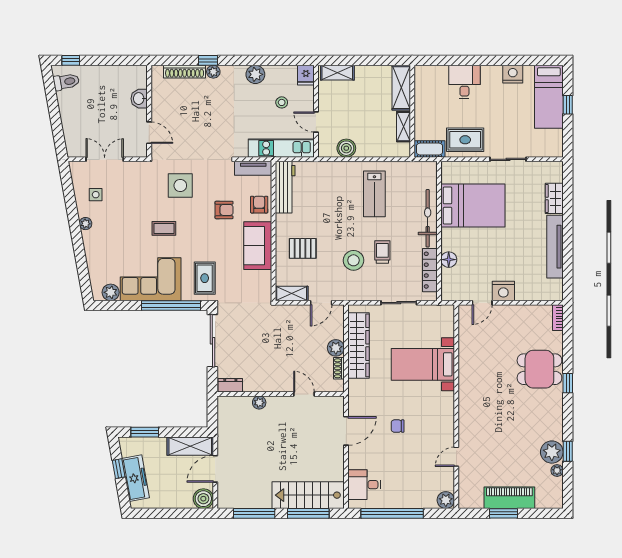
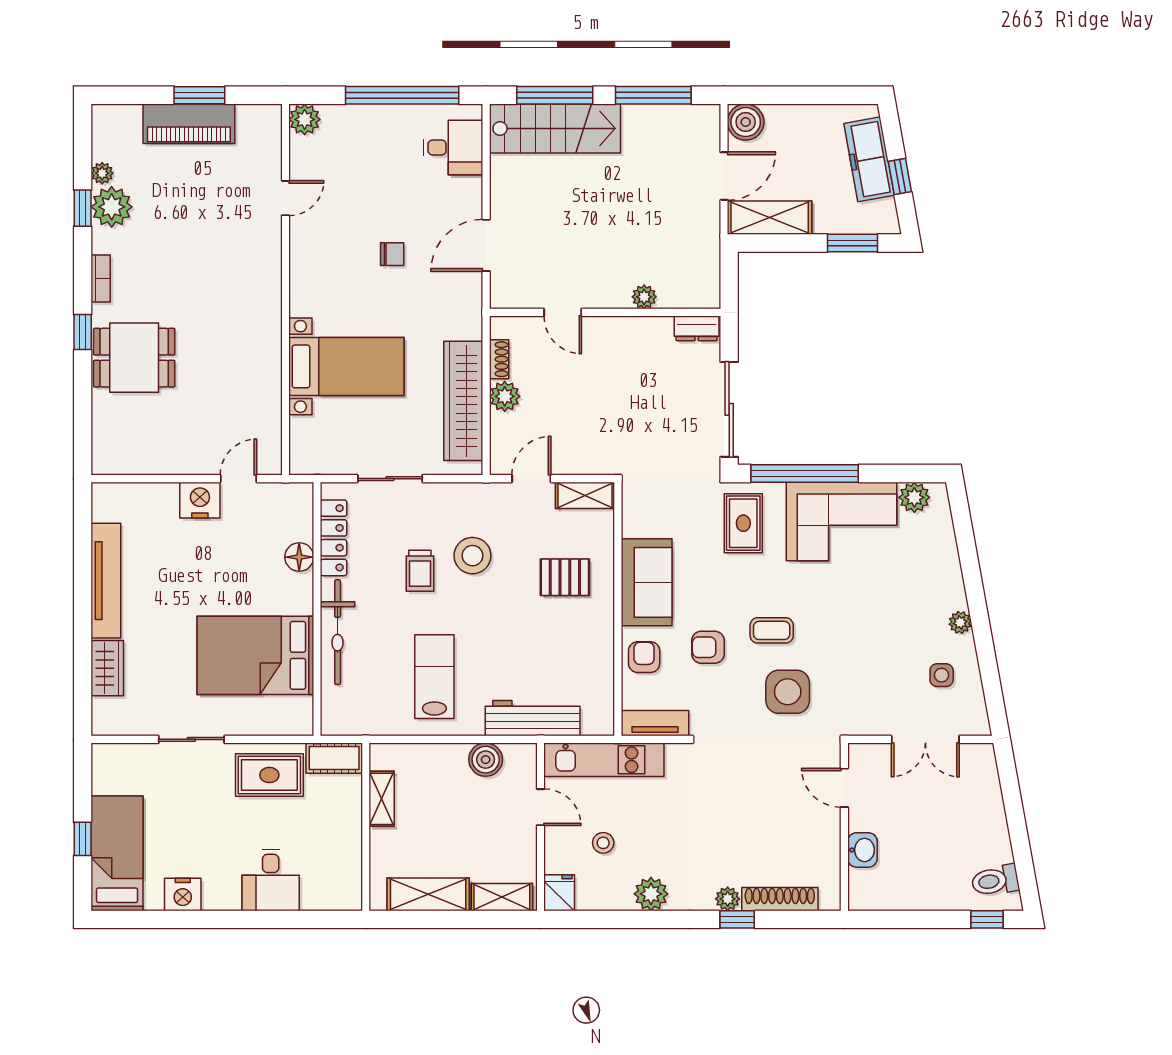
shelving: (401, 88) -> (428, 894), moved, turned 90
workbench: (285, 187) -> (533, 718), moved, turned 90
armchair: (259, 205) -> (644, 657), turned 180
coffee table: (164, 228) -> (772, 630), moved
bookcase: (558, 318) -> (101, 278), moved

